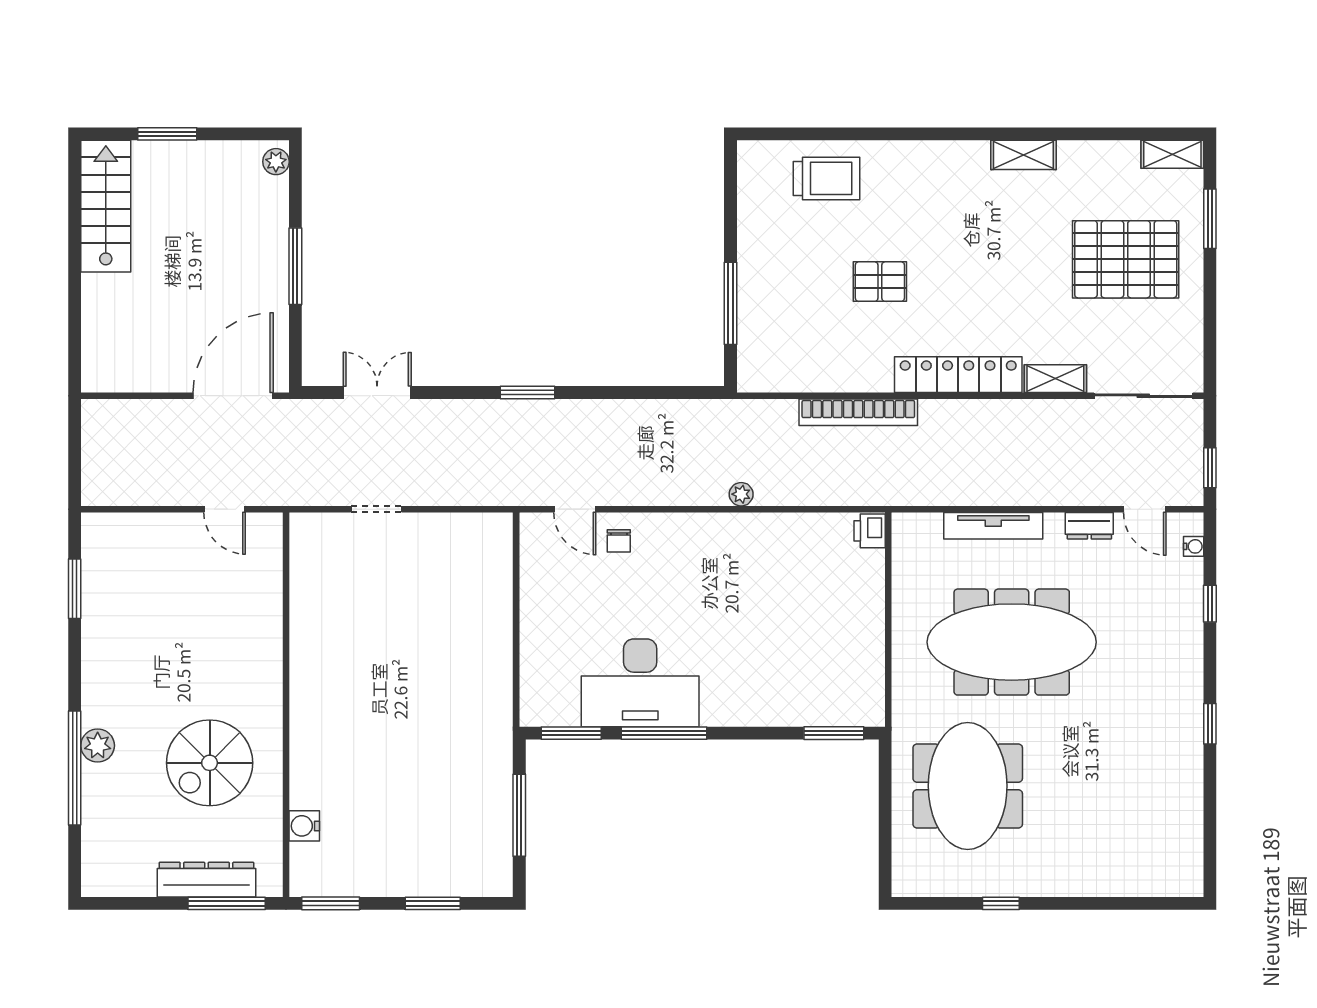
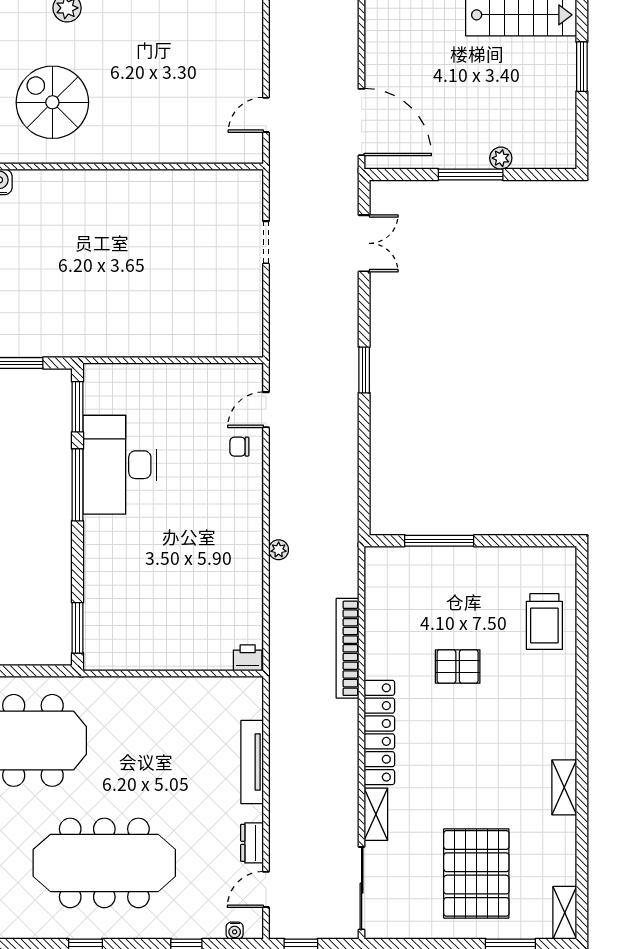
plant: (276, 162) -> (501, 158), moved
pallet: (880, 282) -> (458, 667), turned 90
meeting table: (1012, 642) -> (104, 863), moved, turned 90

